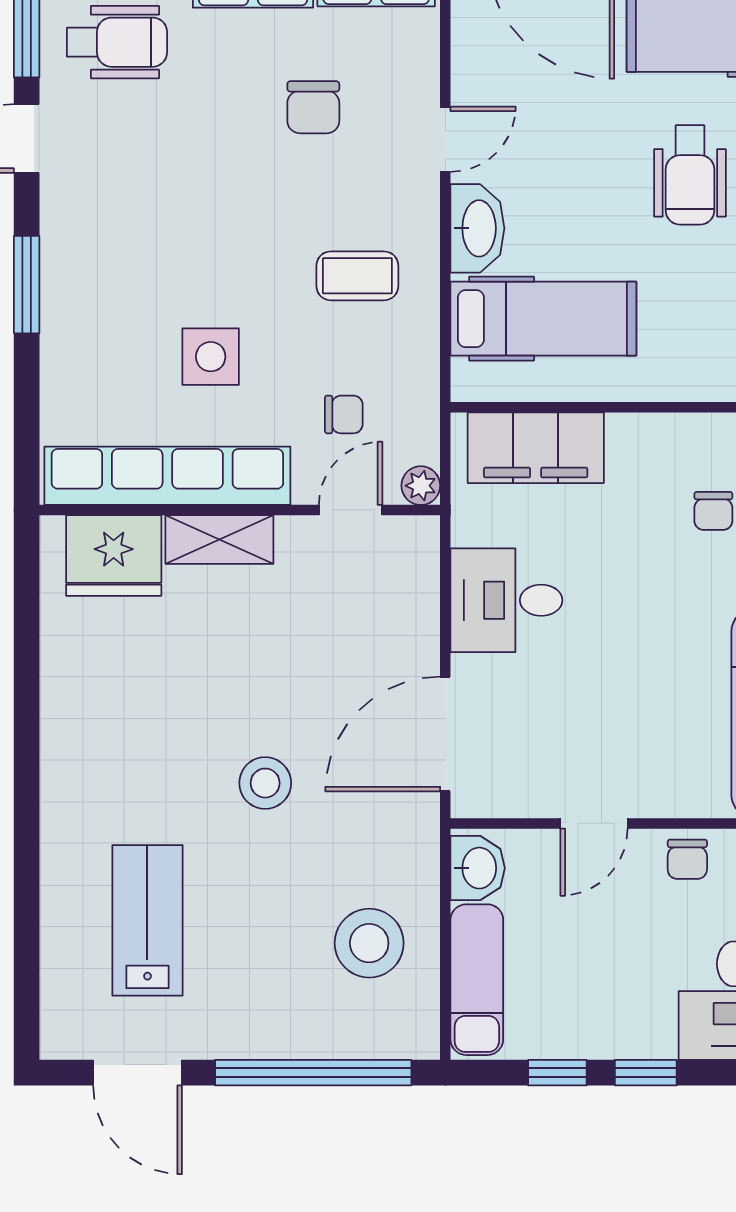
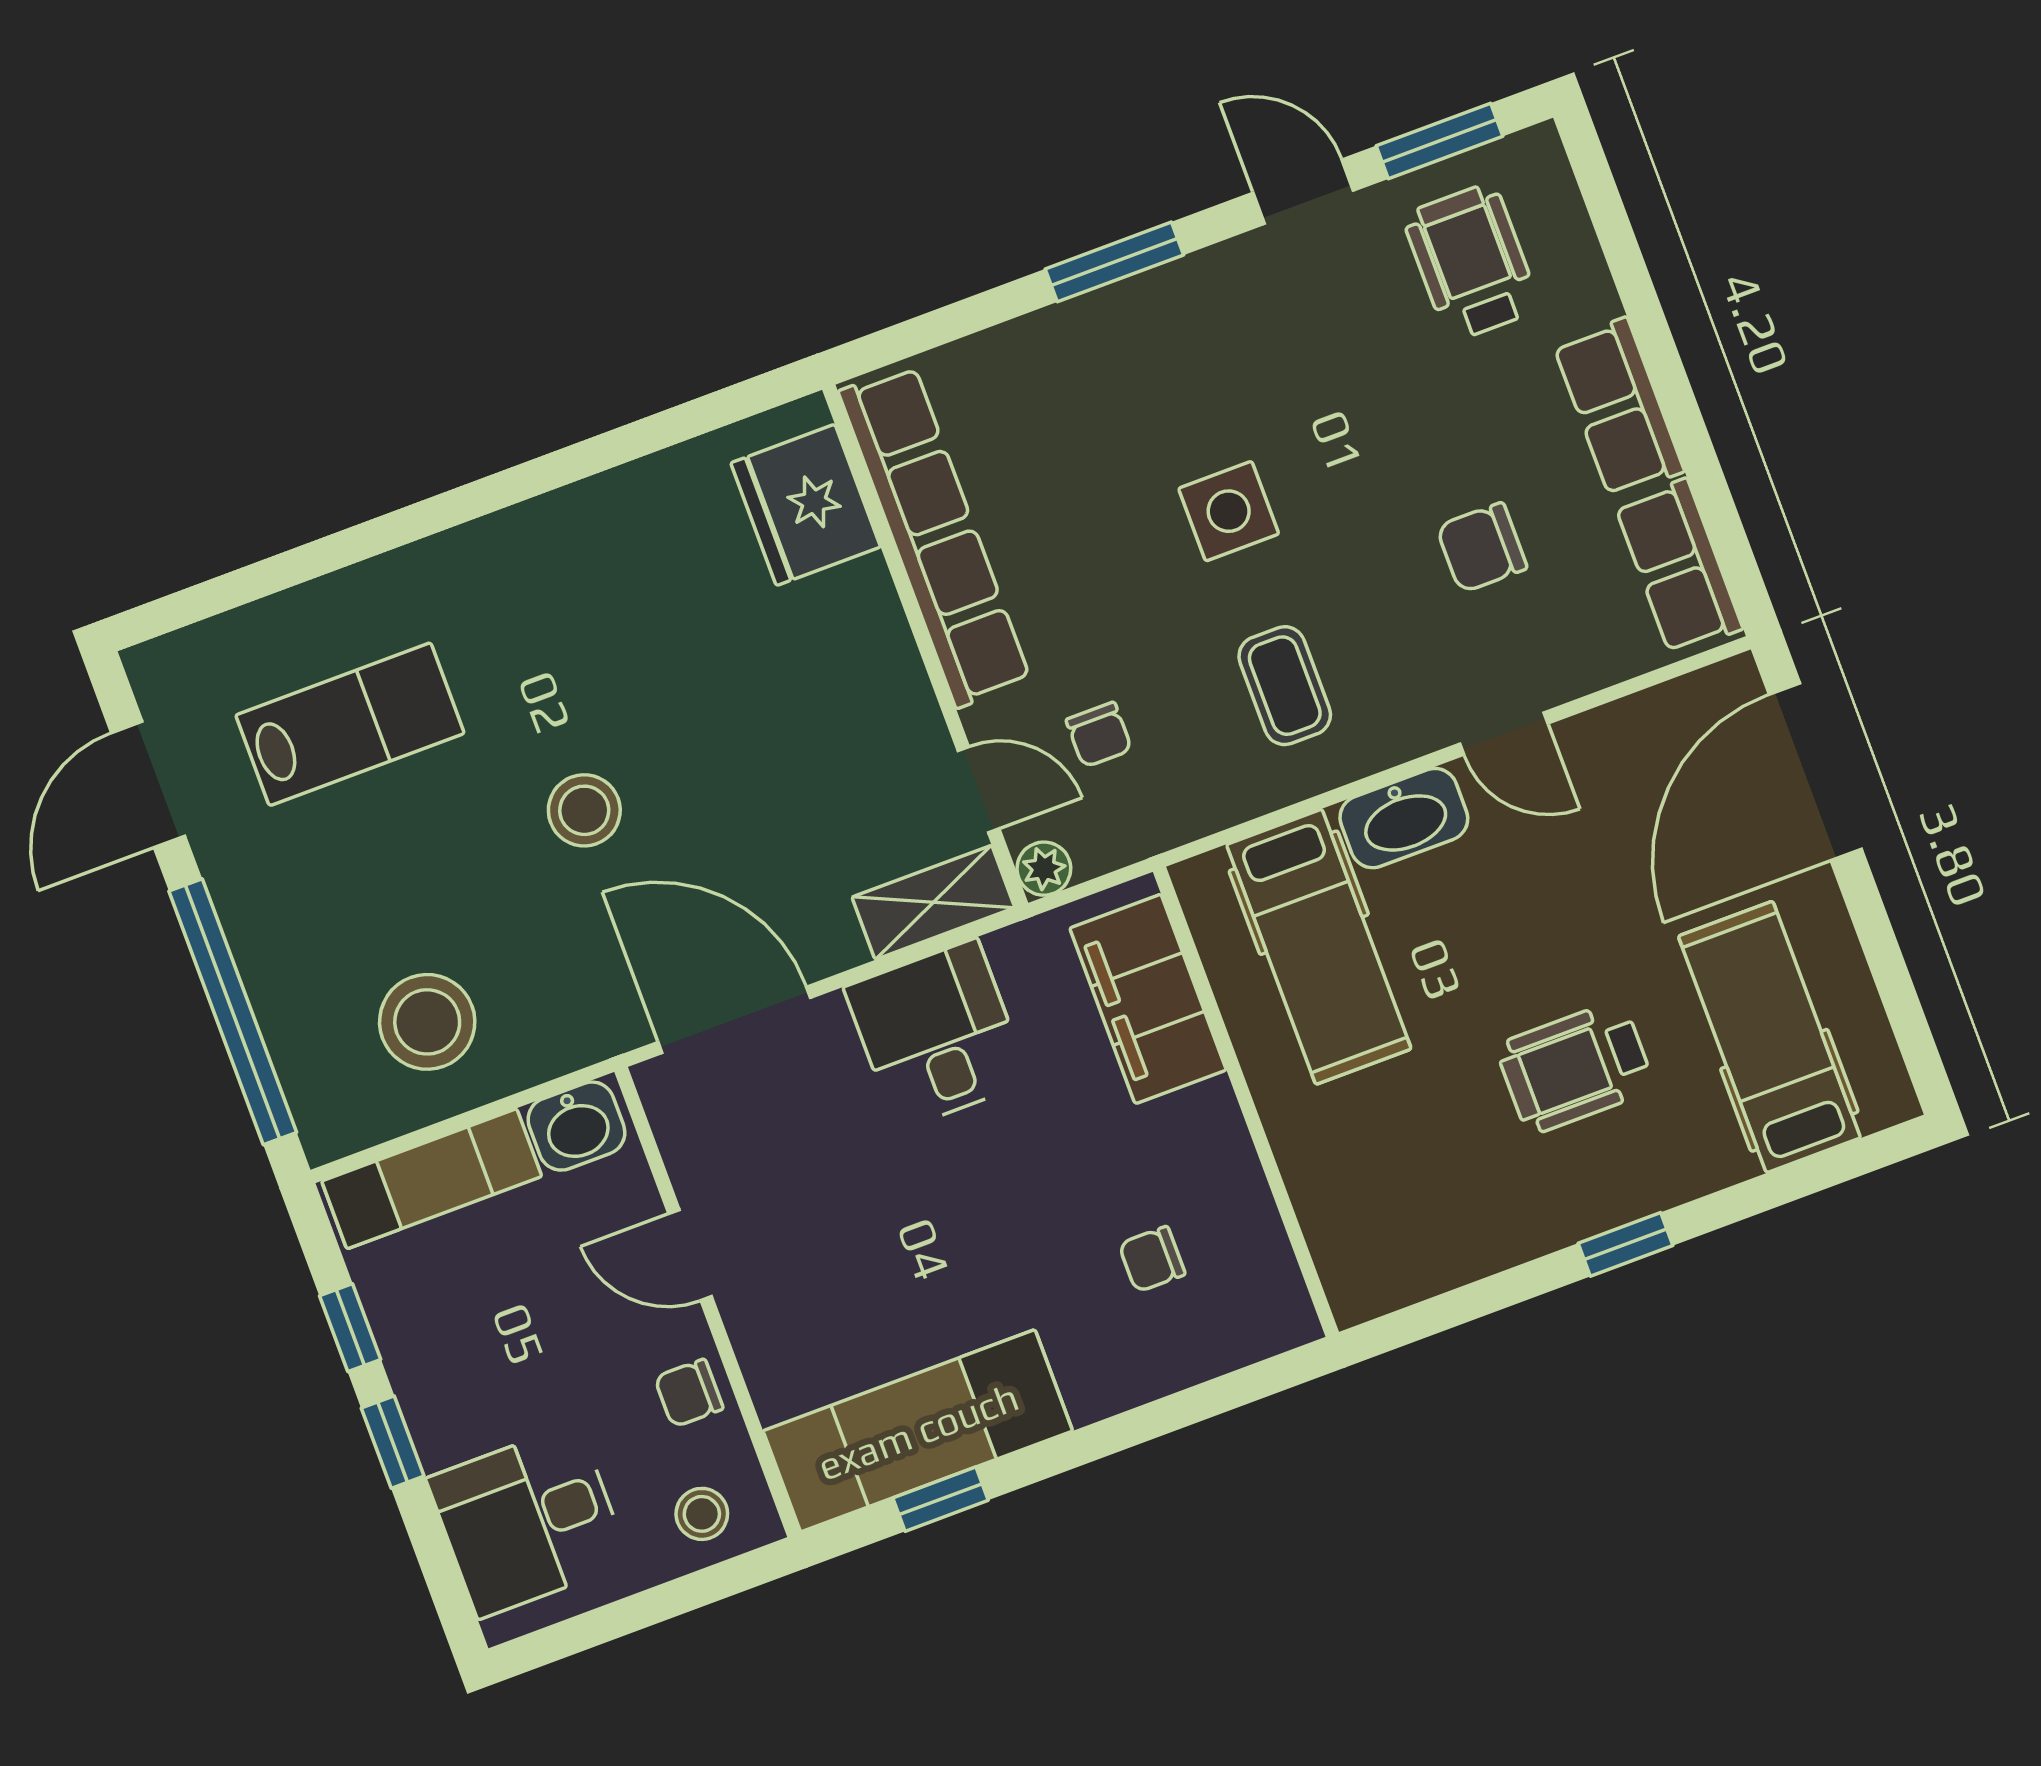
wheelchair: (117, 42) -> (1471, 262), turned 180
side table: (211, 357) -> (1229, 511), moved
shelving: (219, 540) -> (933, 902), moved, turned 90

